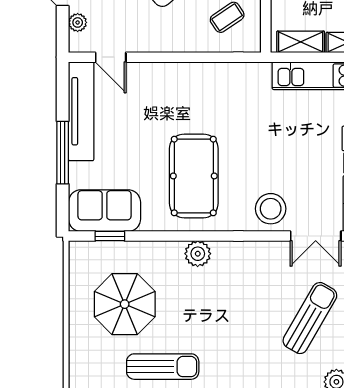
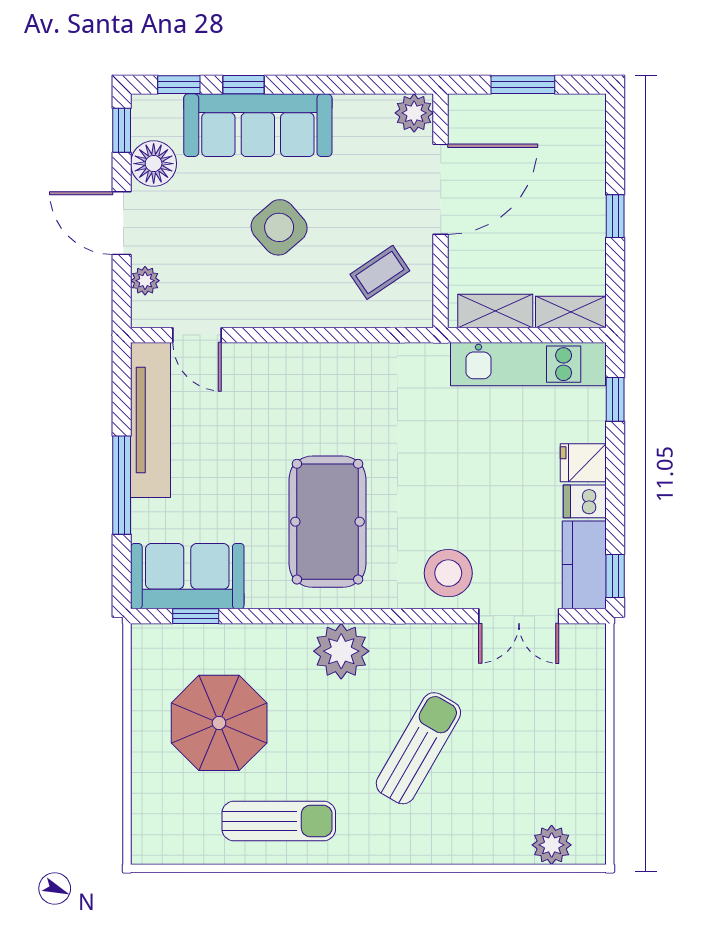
plant: (198, 254) -> (341, 651), width x1.36, depth x1.36
sun lounger: (310, 318) -> (418, 748), moved

